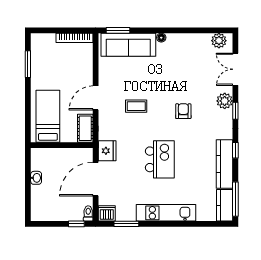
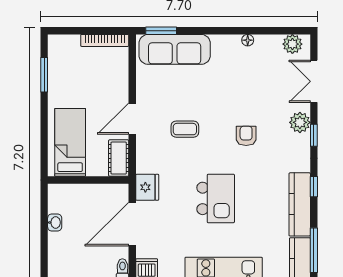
floor lamp: (161, 38) -> (248, 40), moved

